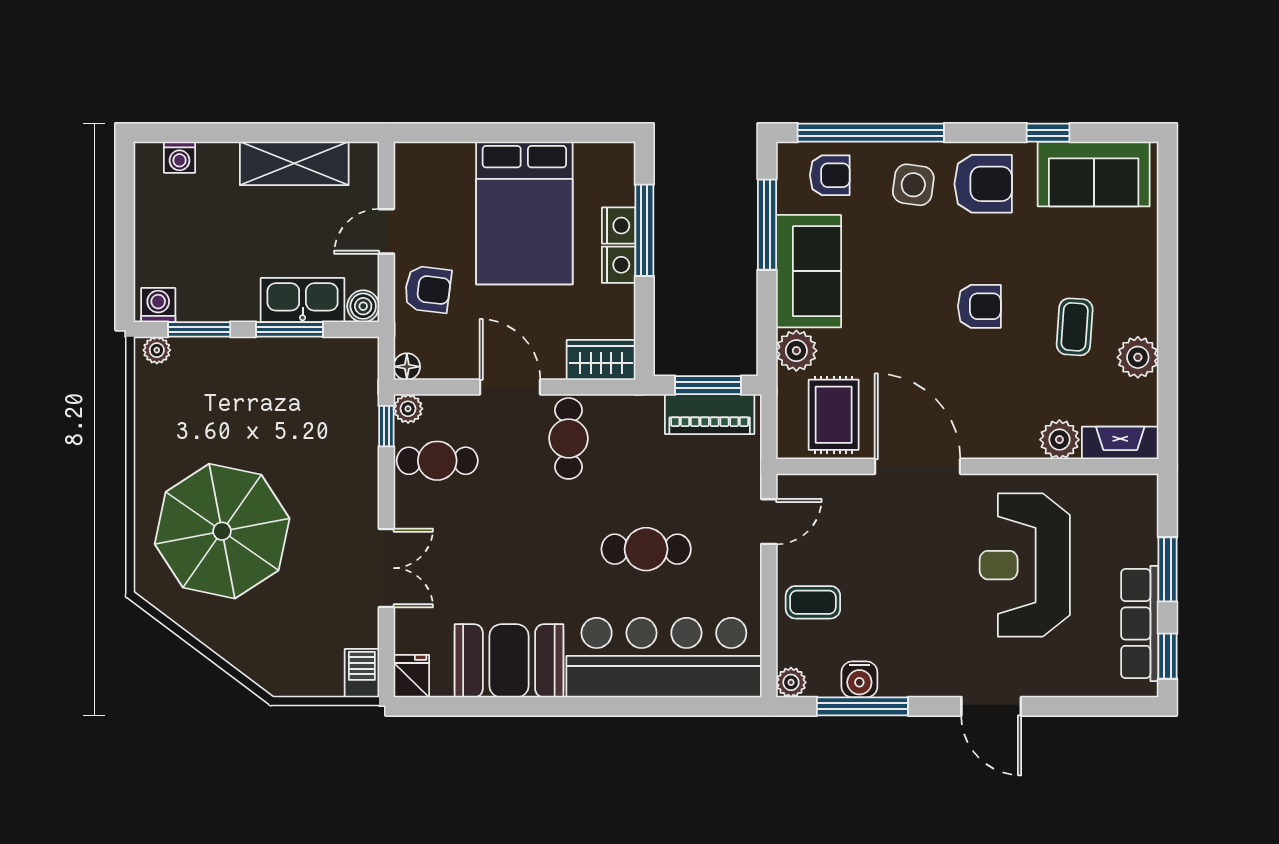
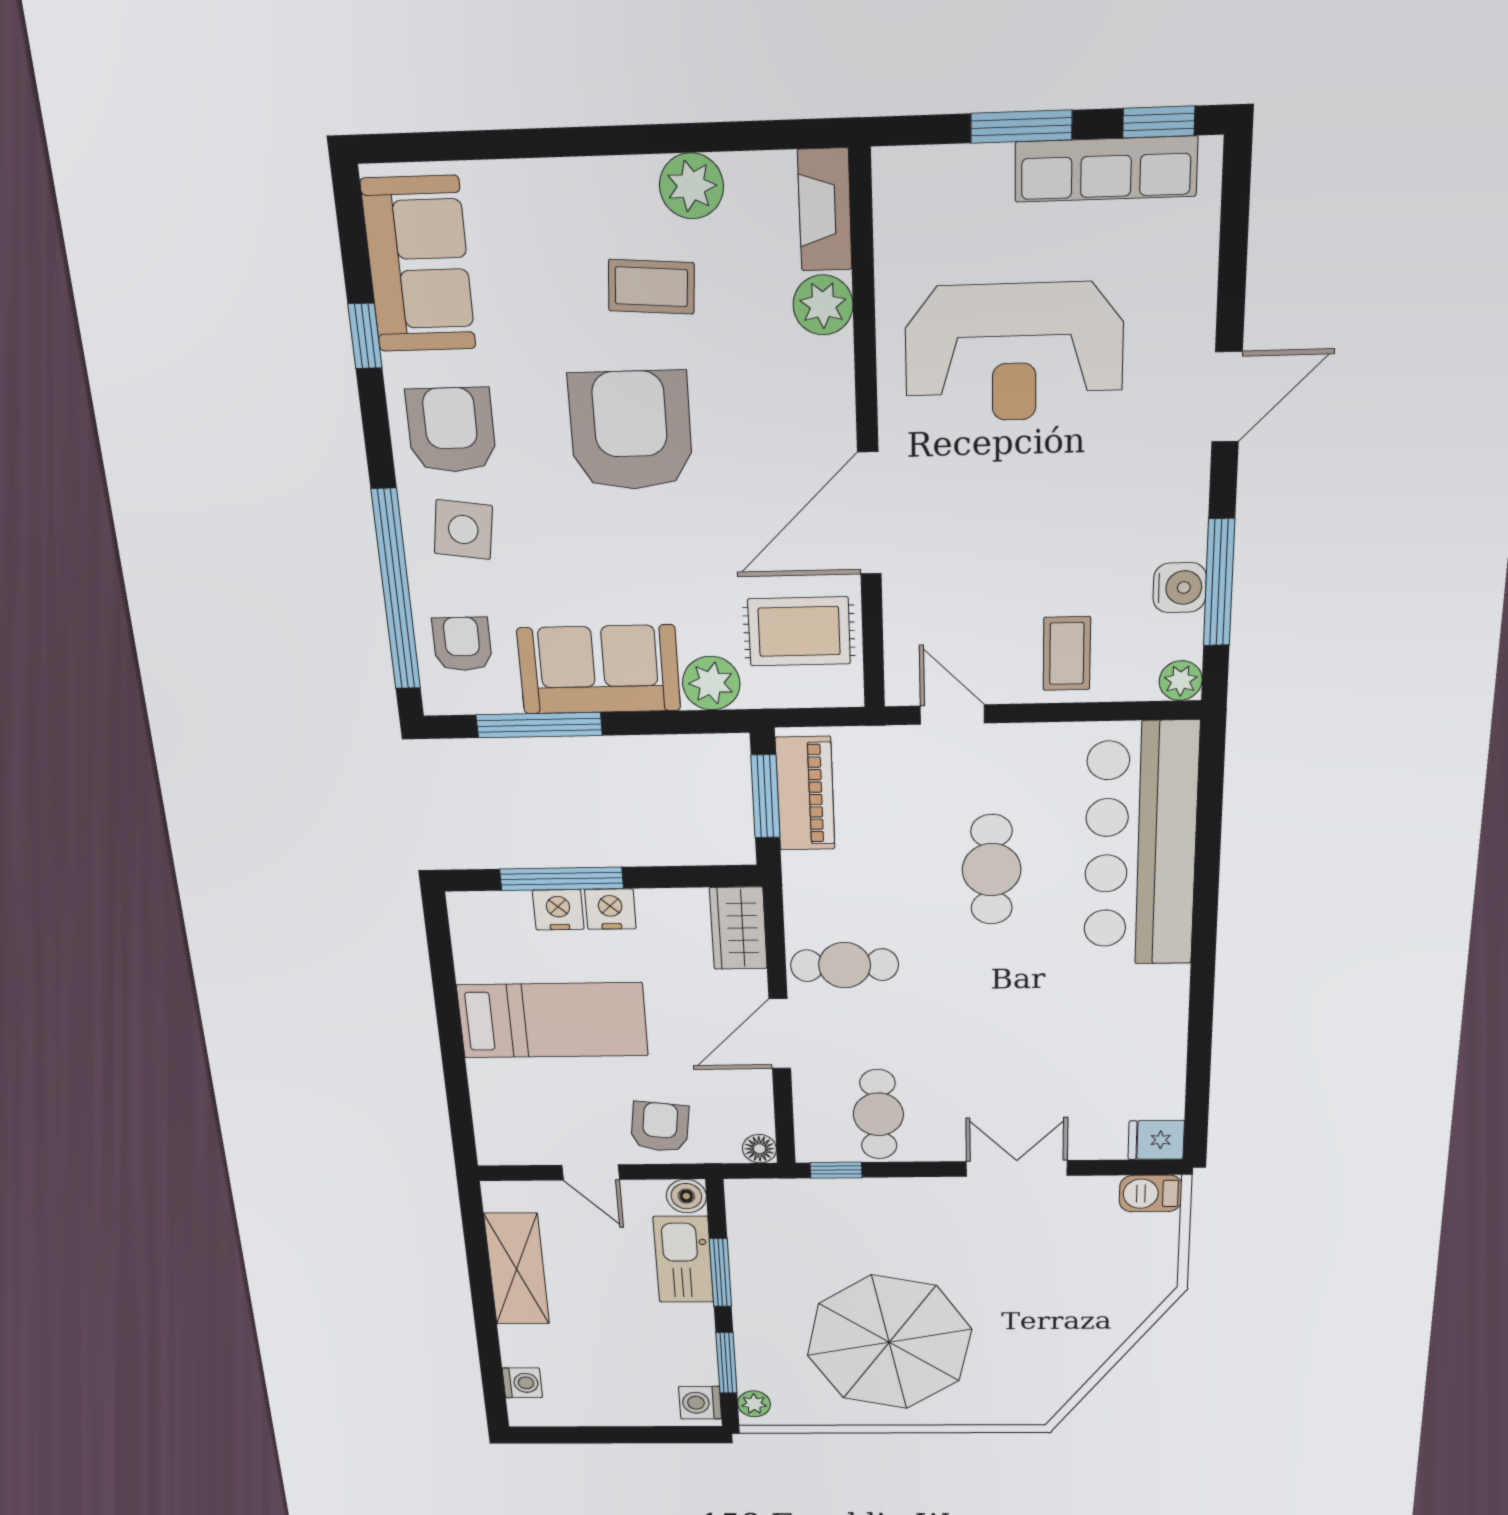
bed: (524, 213) -> (553, 1020), width x0.67
armchair: (979, 306) -> (631, 431), width x1.88, depth x1.88
plant: (408, 409) -> (813, 1147), removed
parasol: (222, 531) -> (889, 1342), moved
booth: (509, 661) -> (1140, 1031), removed

